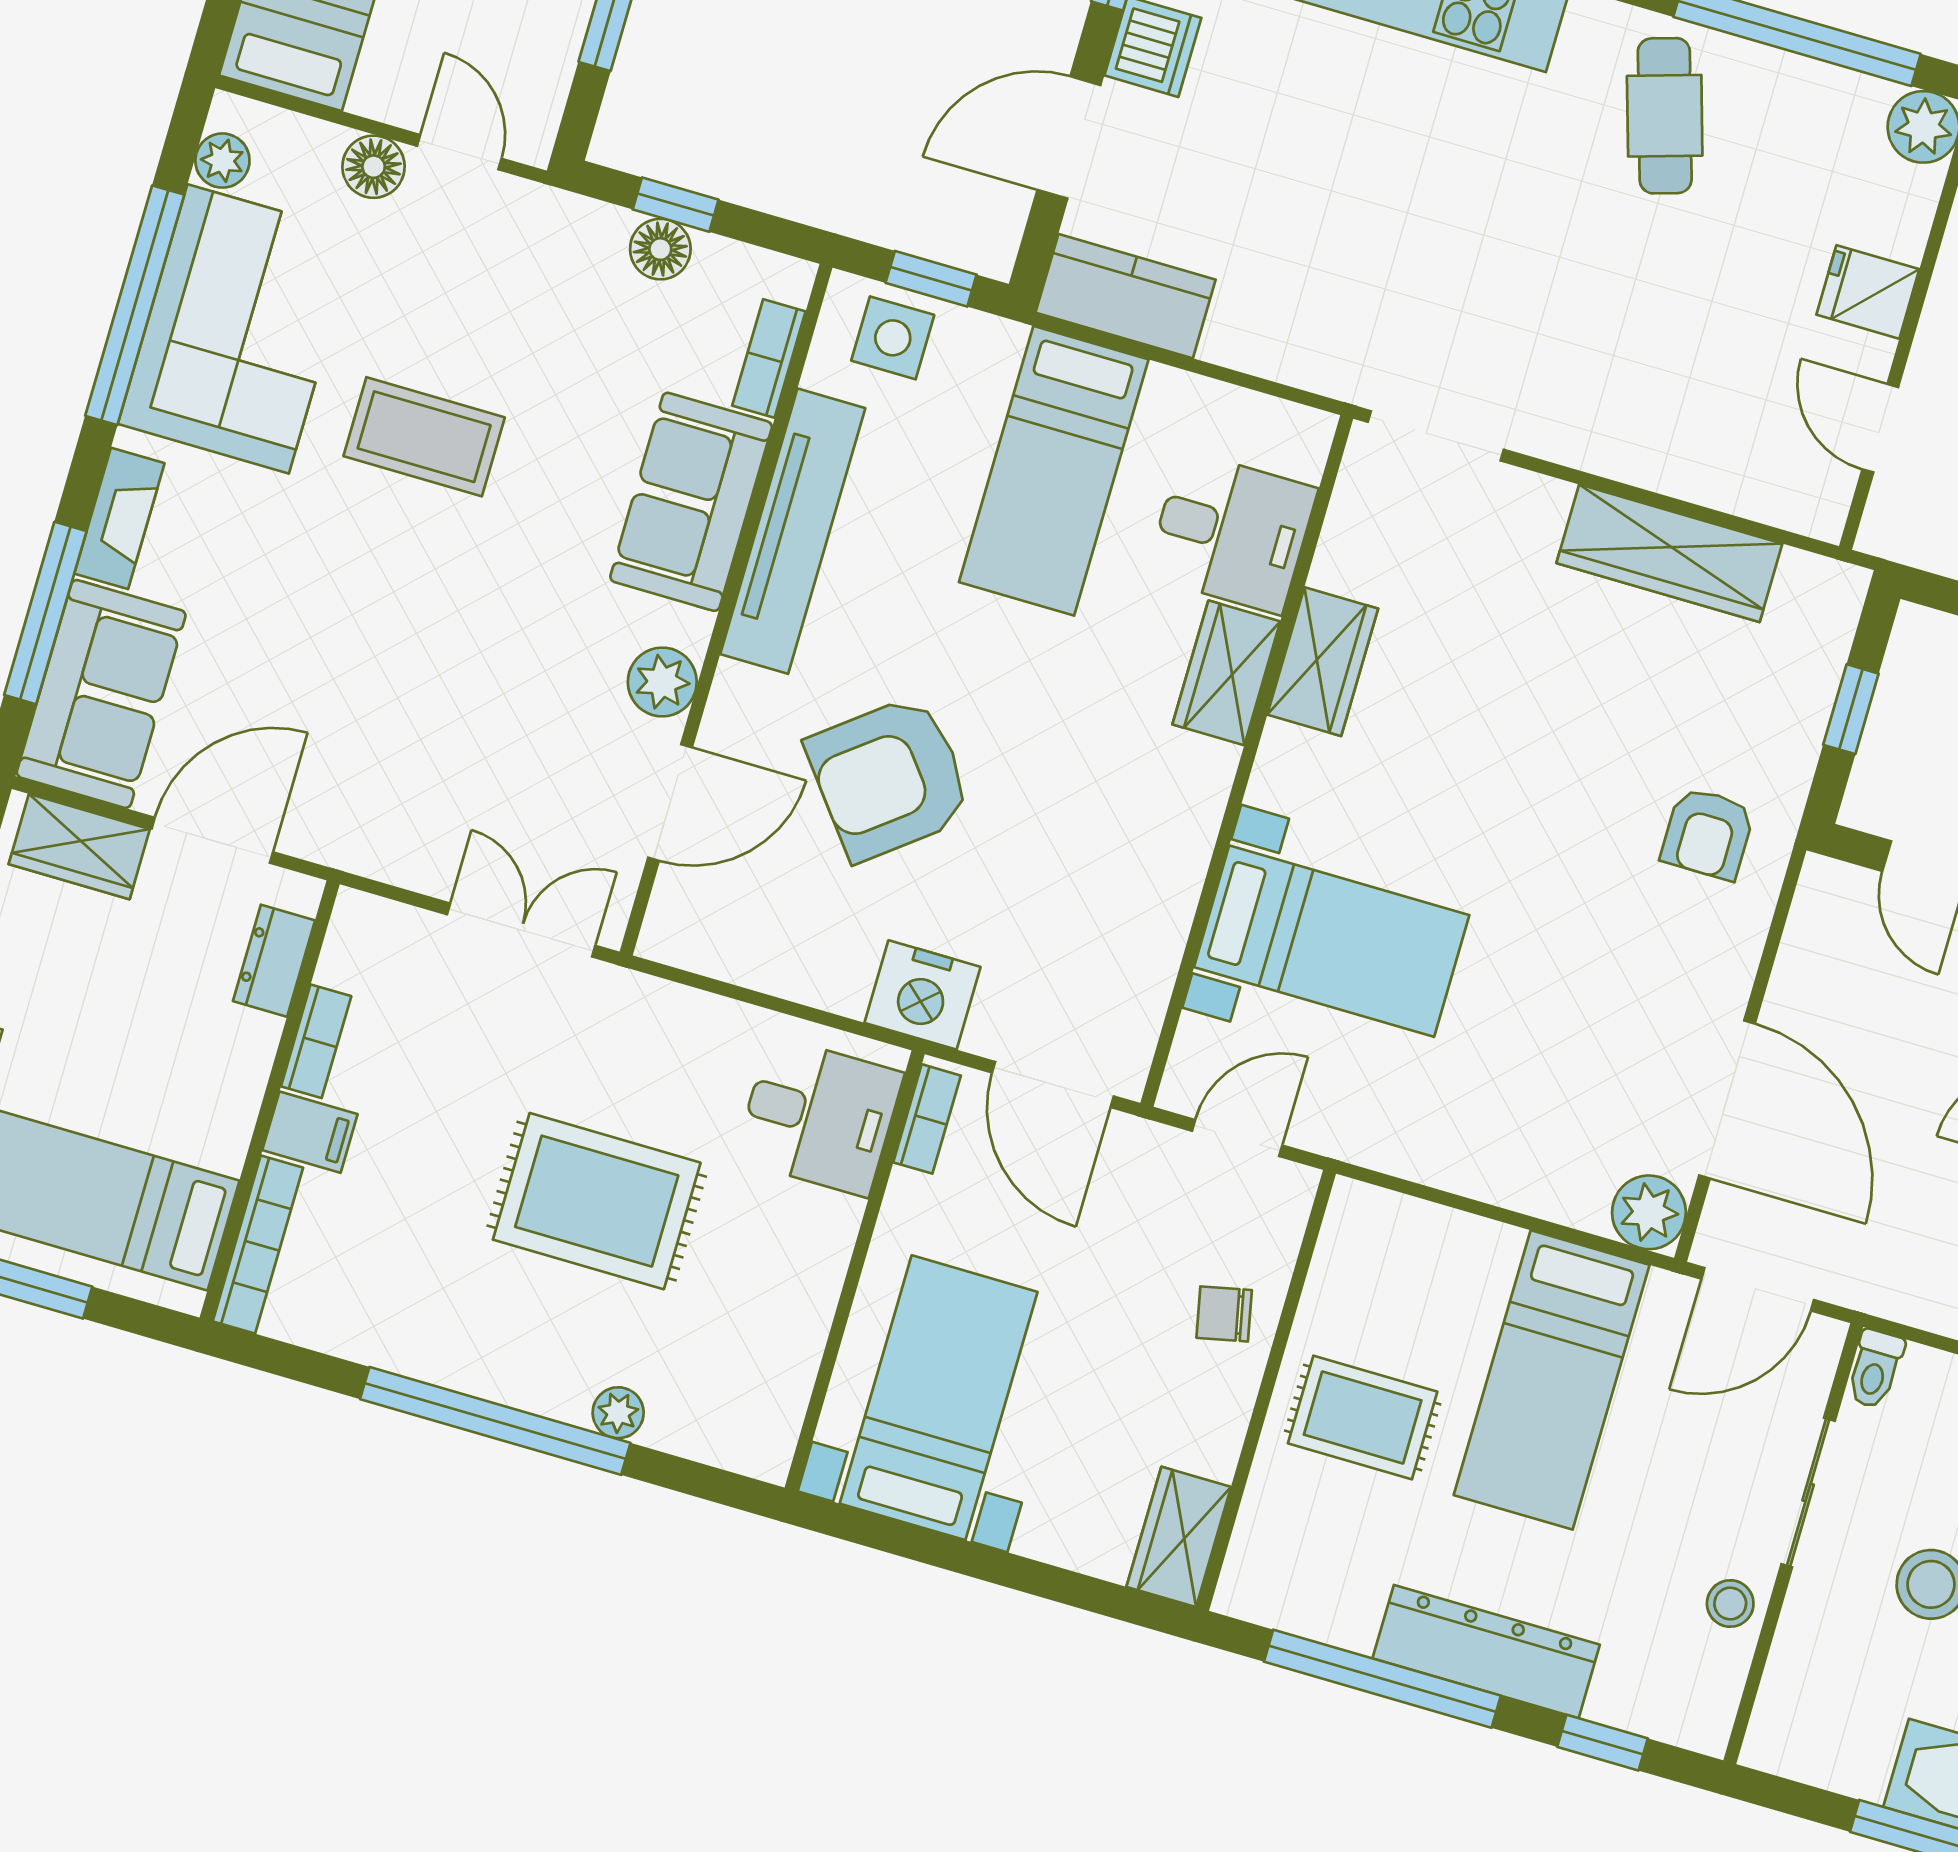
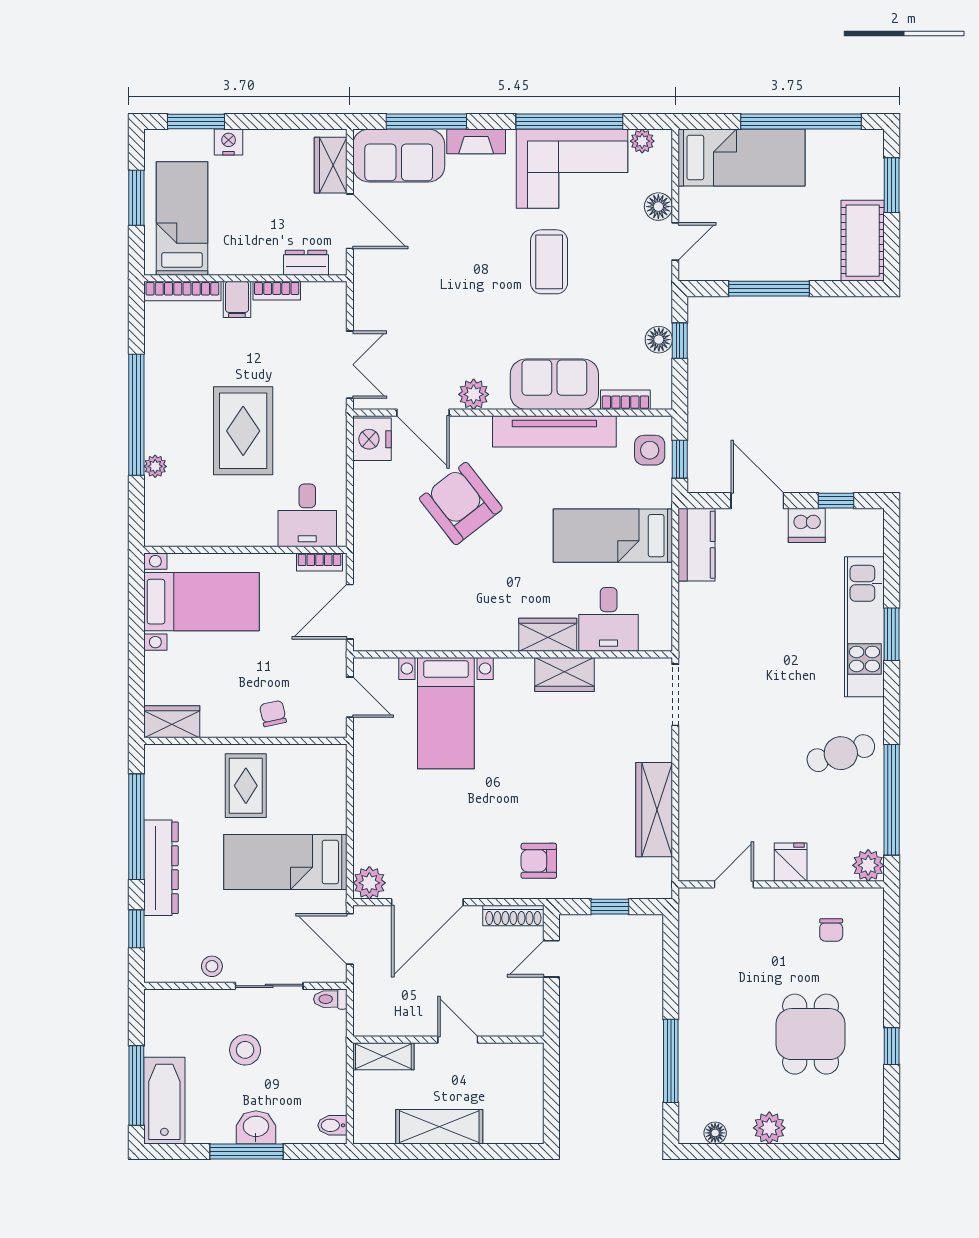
shoe rack: (1810, 923) -> (513, 916), added
nightstand: (923, 995) -> (372, 439), moved

